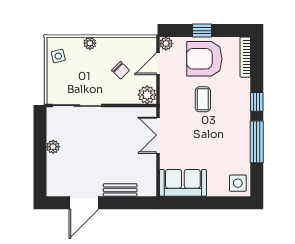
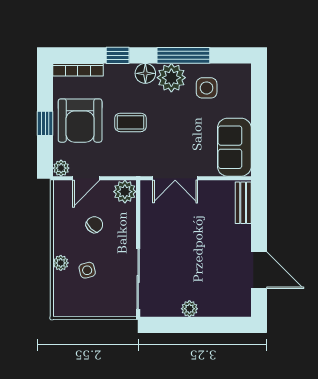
side table: (58, 56) -> (87, 270), moved
door: (158, 64) -> (86, 178), hinge flipped
window: (257, 102) -> (118, 55), moved
floor lamp: (242, 111) -> (145, 73), added
plant: (239, 132) -> (171, 78), added
side table: (238, 183) -> (207, 88), moved
bench: (120, 190) -> (243, 203), moved

